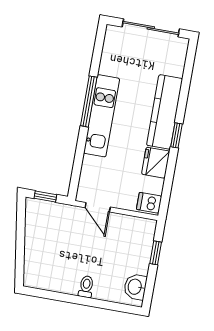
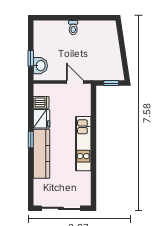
window: (89, 101) -> (94, 152), removed
dishwasher: (149, 203) -> (41, 102), moved
washbasin: (135, 287) -> (40, 66), moved

